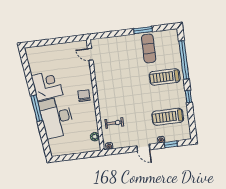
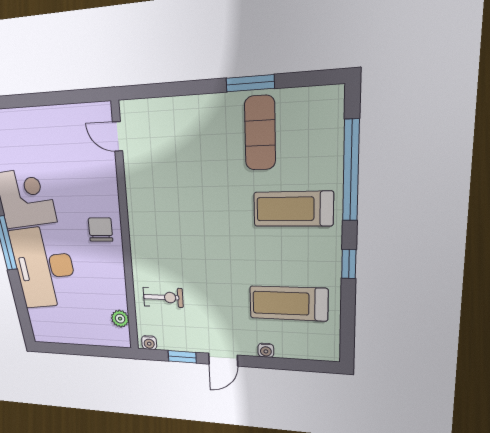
window: (171, 144) -> (182, 357), moved
door: (143, 148) -> (223, 360), hinge flipped

